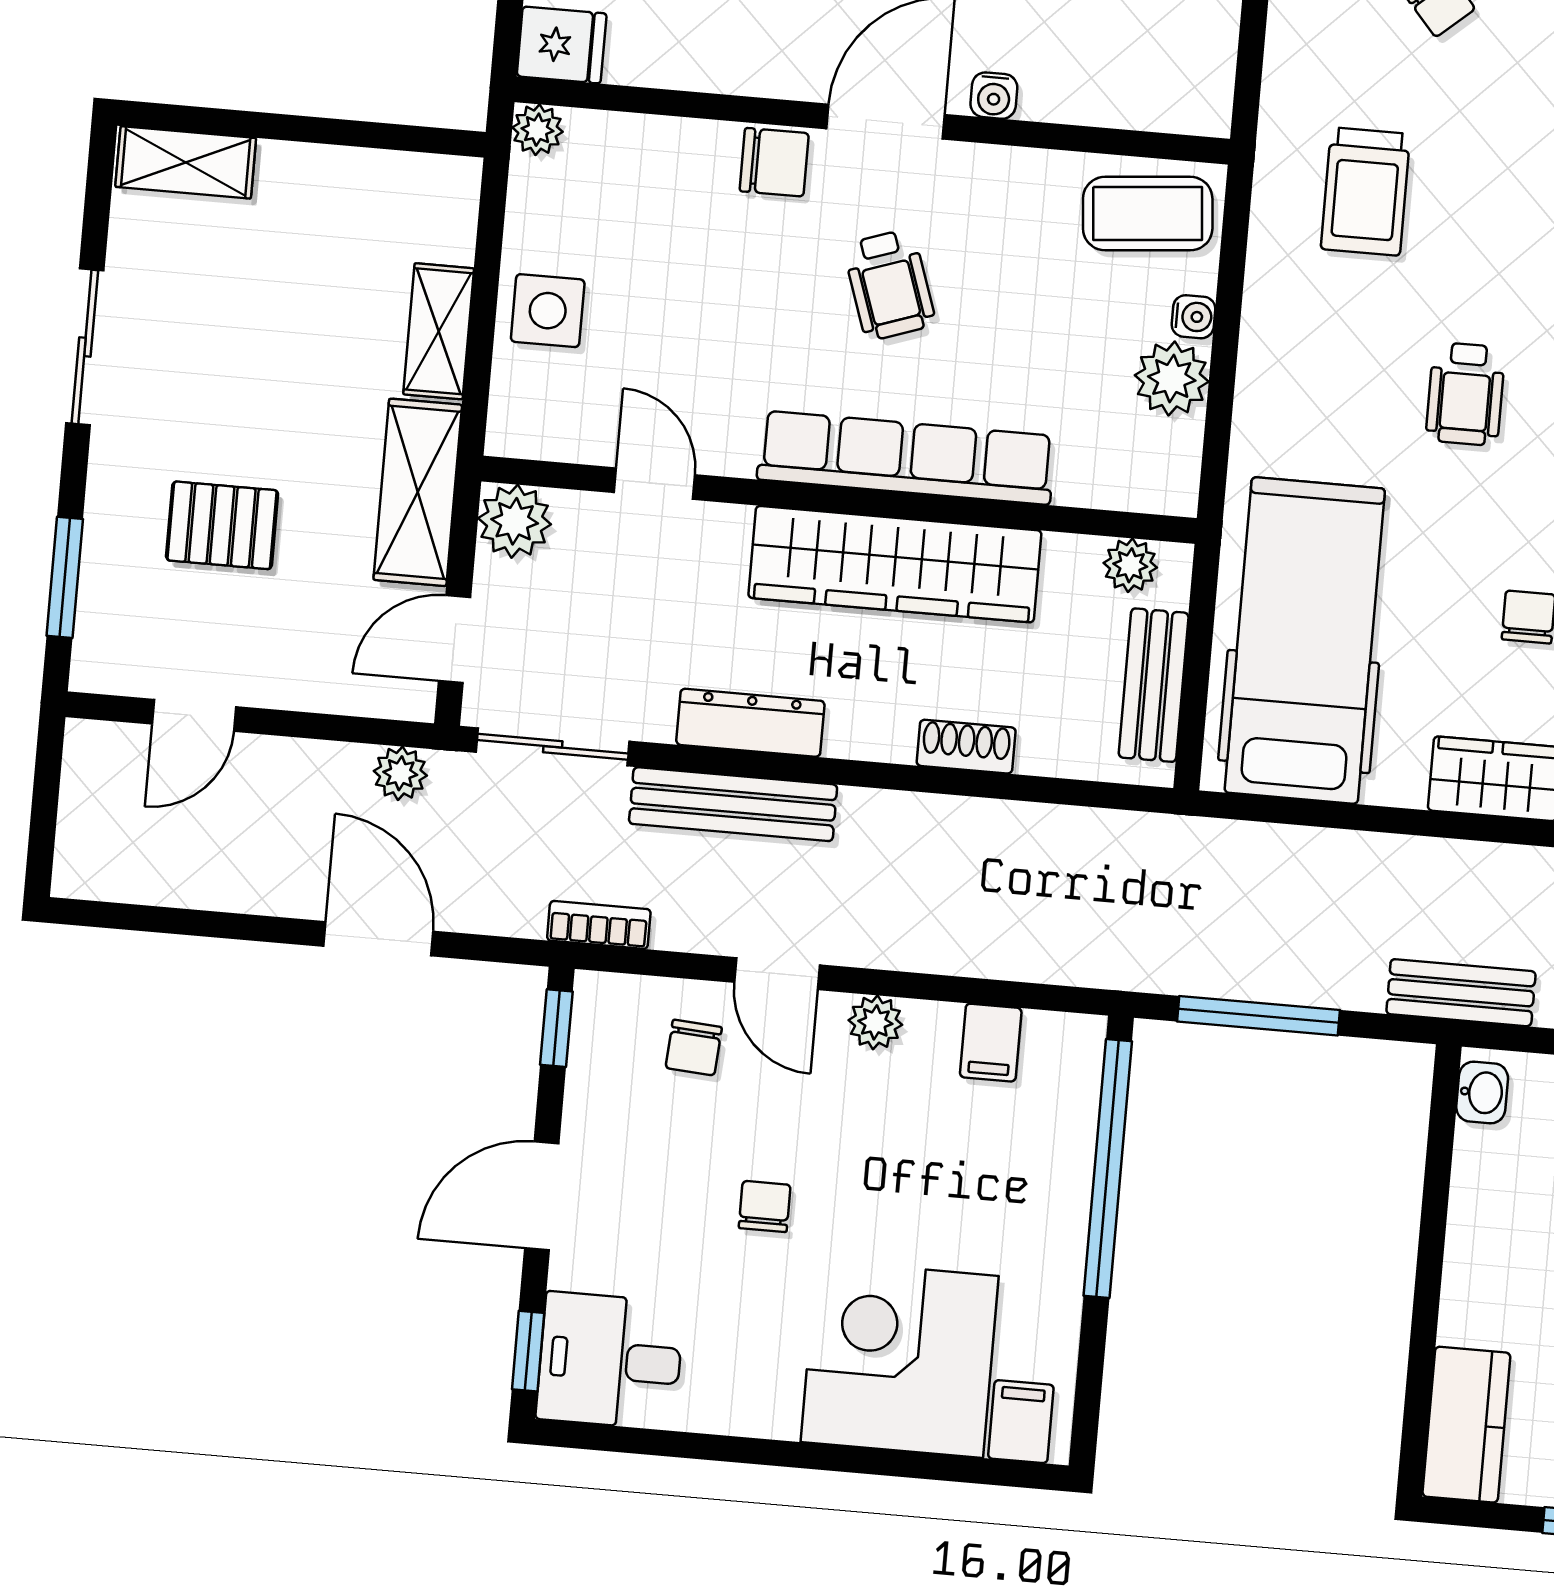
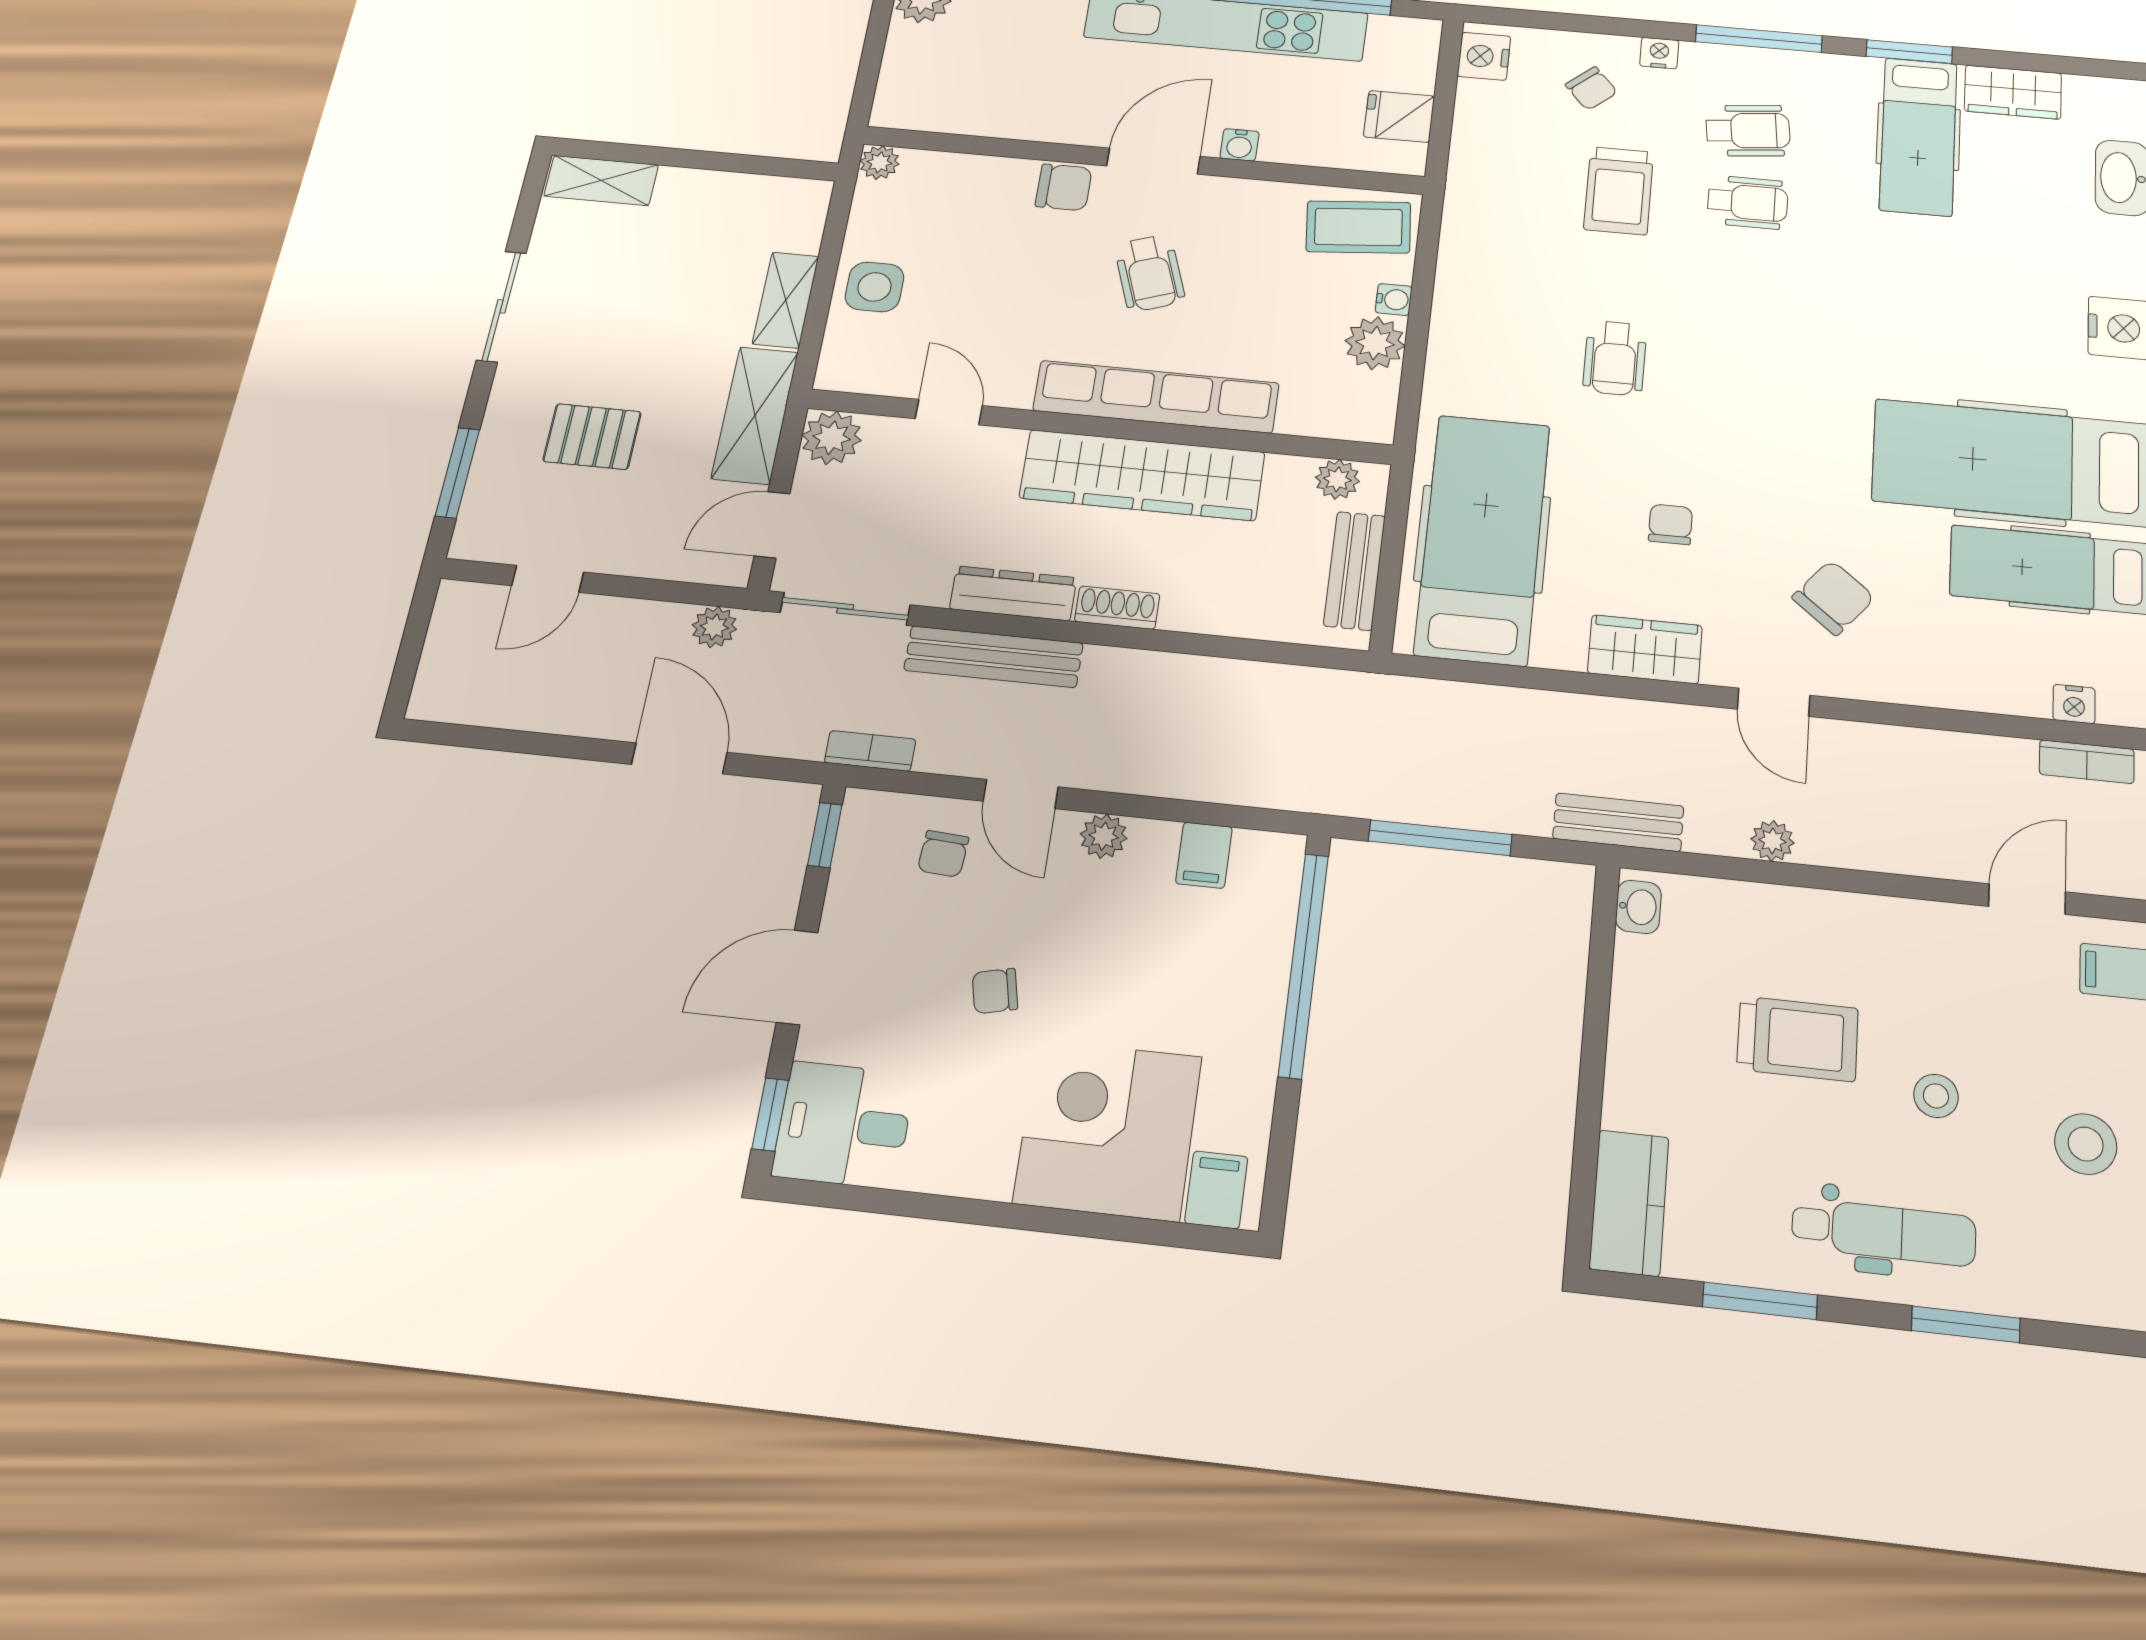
fridge: (562, 45) -> (1399, 116), moved, turned 180
trolley: (1365, 191) -> (1619, 191), moved
shoe rack: (966, 747) -> (1117, 608), moved
chair: (765, 1206) -> (995, 991), turned -103

